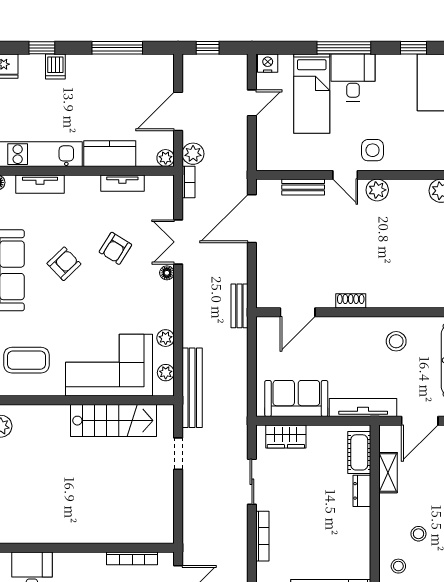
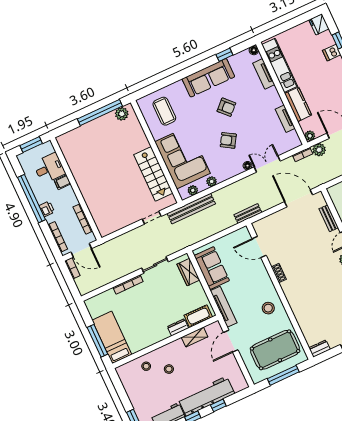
armchair: (115, 248) -> (228, 140), moved
door: (420, 421) -> (231, 341), hinge flipped
filing cabinet: (62, 563) -> (62, 182), added

